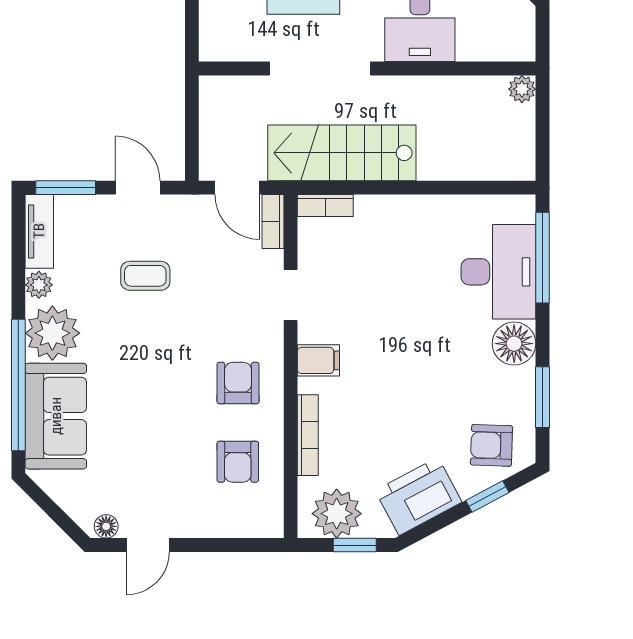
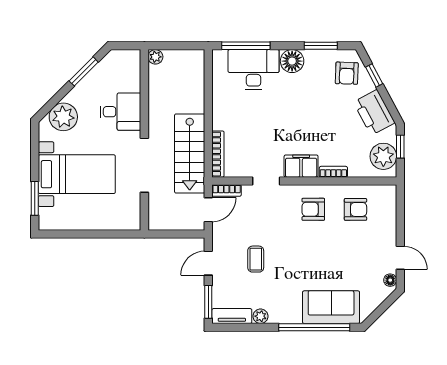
bookcase: (325, 206) -> (218, 154), width x1.56
plant: (52, 333) -> (286, 309), removed
filing cabinet: (318, 360) -> (301, 166), width x2.00
bookcase: (308, 435) -> (333, 172), width x0.64

